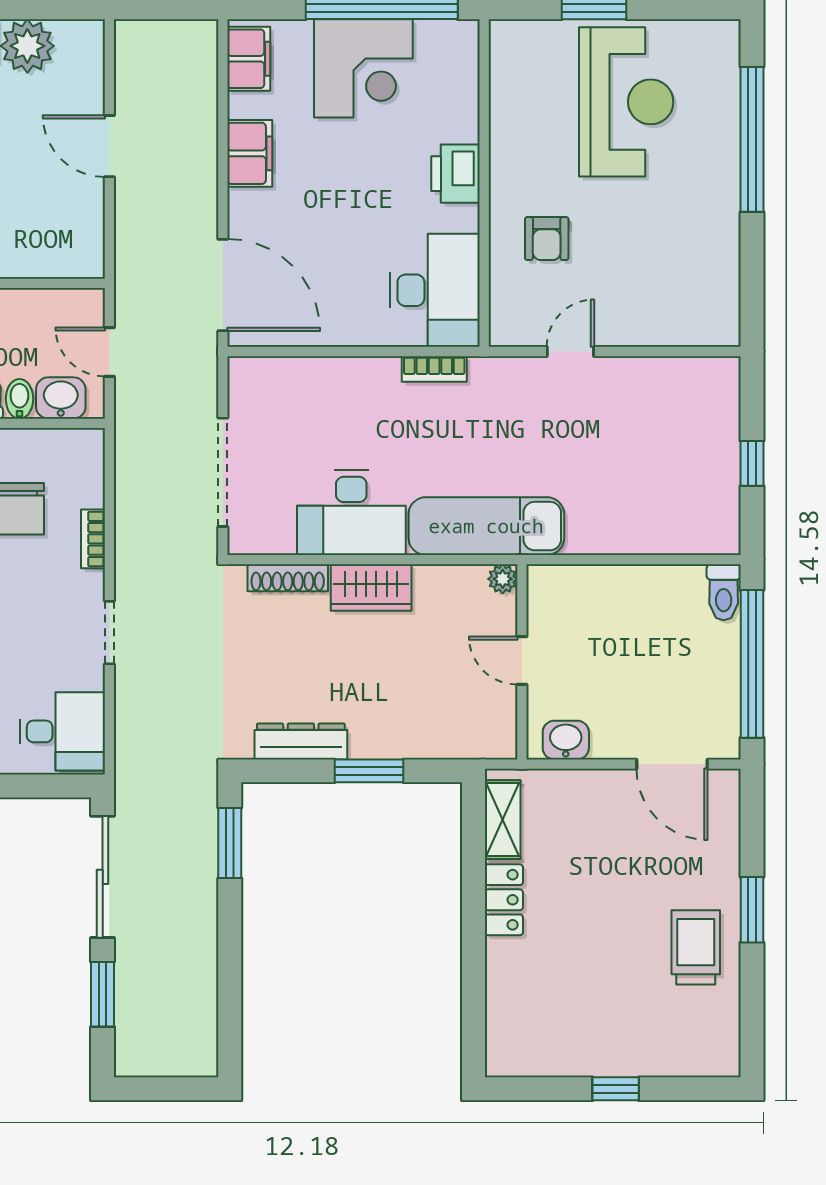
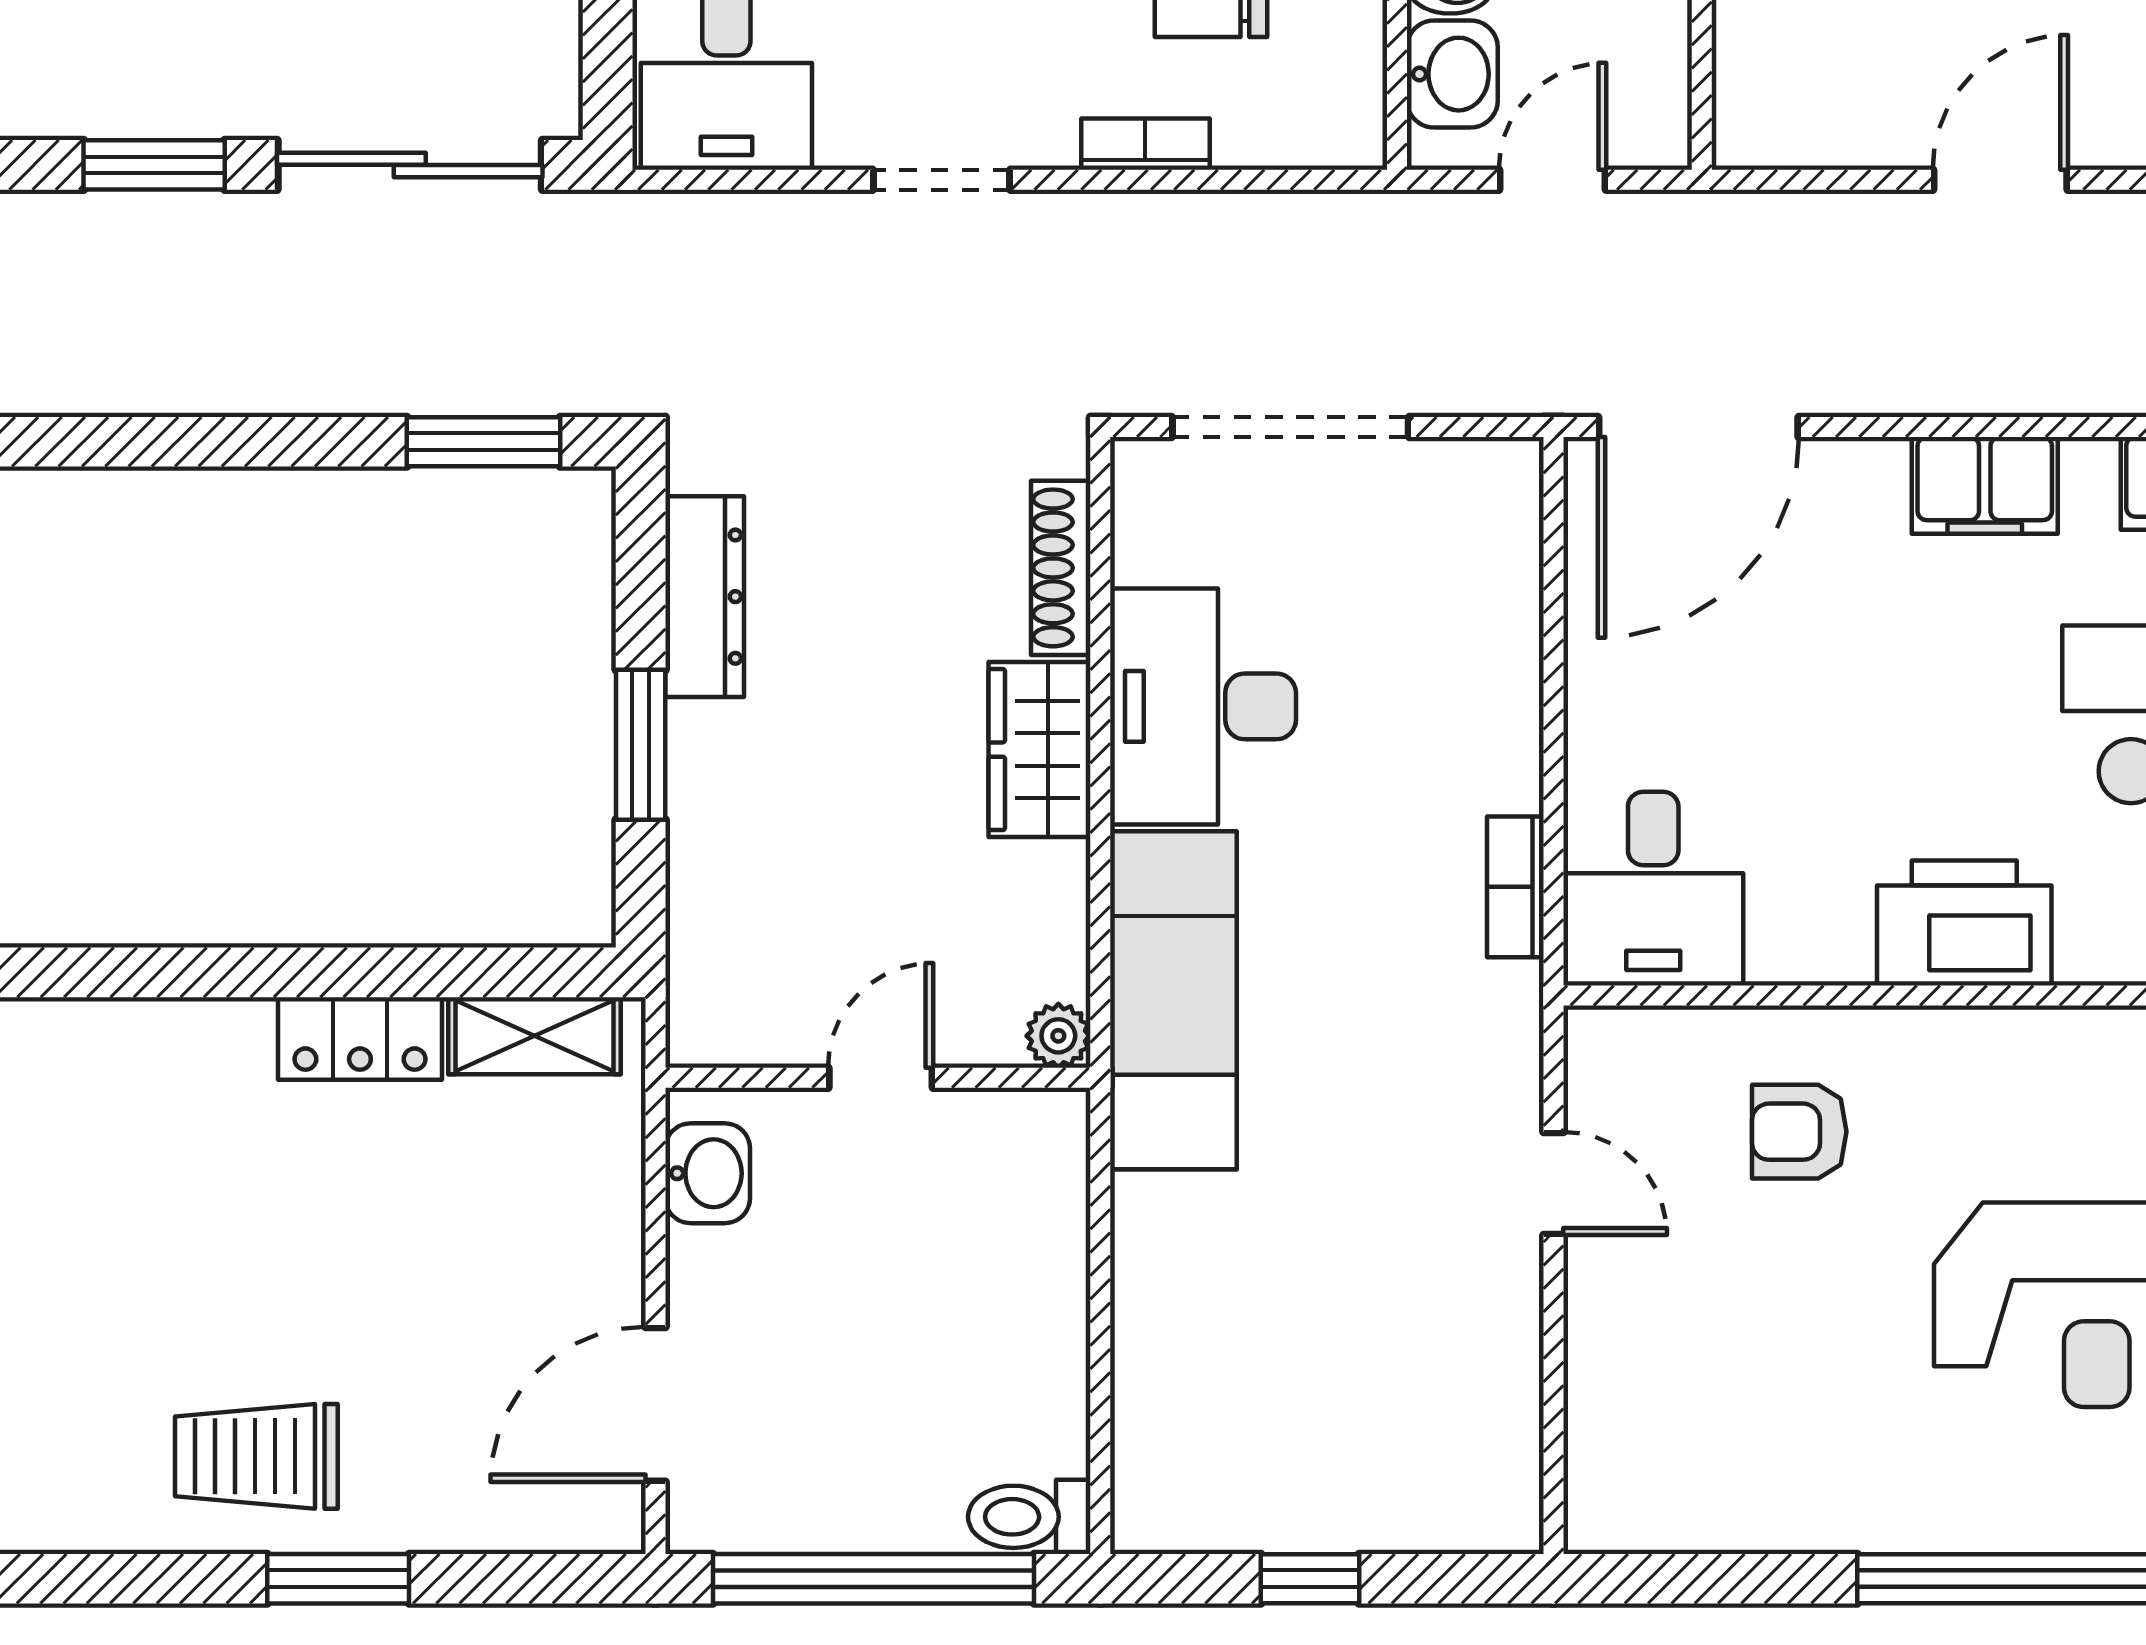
printer: (455, 174) -> (1964, 923), width x1.37, depth x1.19
desk: (435, 290) -> (1653, 889), width x0.73
trolley: (696, 947) -> (256, 1456), turned 180

